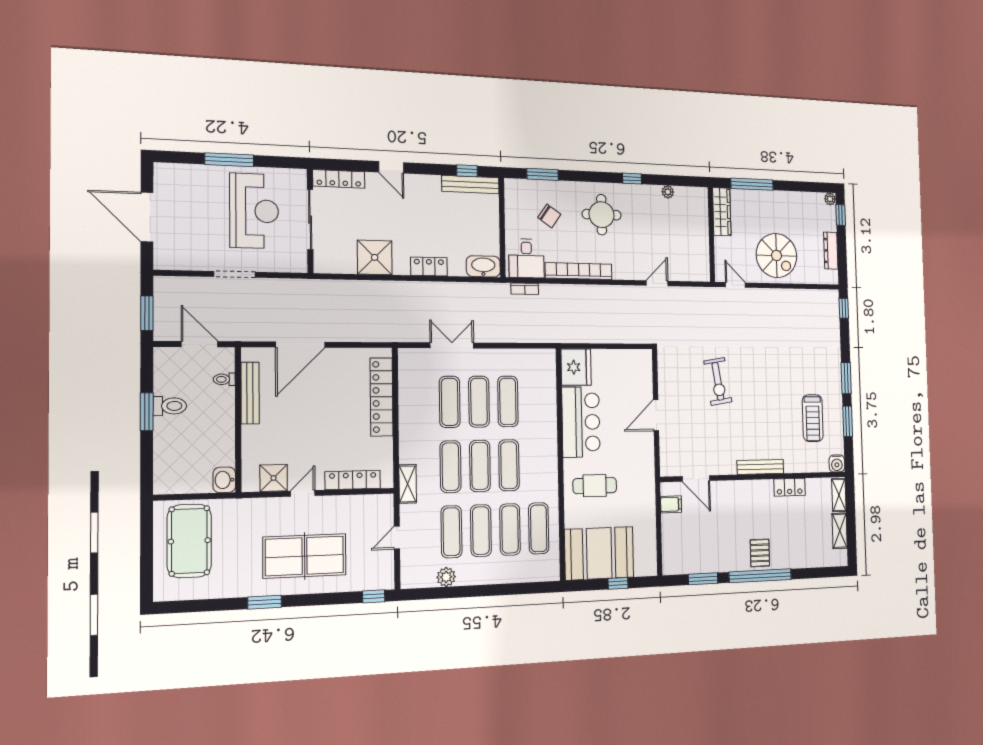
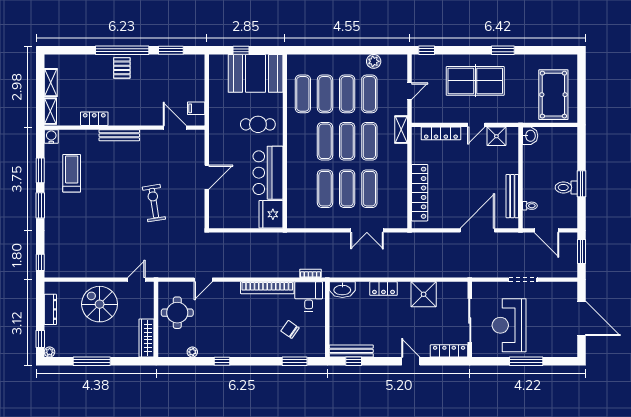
window: (752, 184) -> (92, 361), moved
round table: (602, 215) -> (177, 313), moved
door: (735, 285) -> (136, 280), swing flipped

